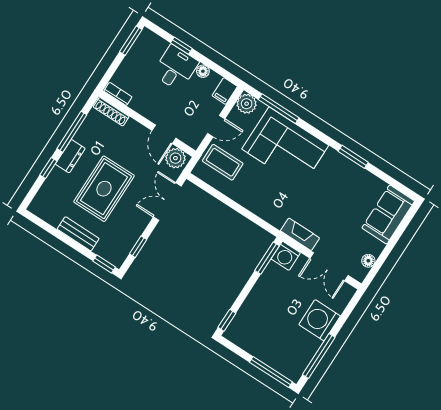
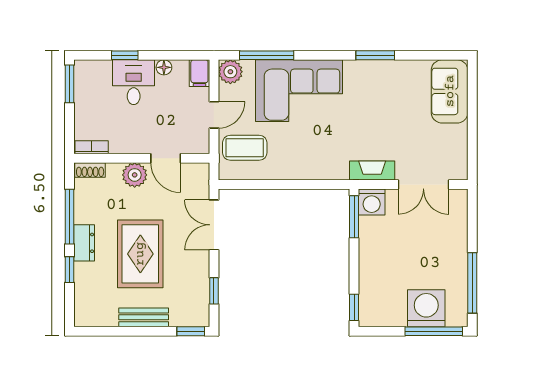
shoe rack: (111, 112) -> (90, 170), width x0.70
plant: (175, 158) -> (135, 175), moved
floor lamp: (368, 261) -> (460, 152), removed
washing machine: (320, 320) -> (426, 308), moved, turned 90

